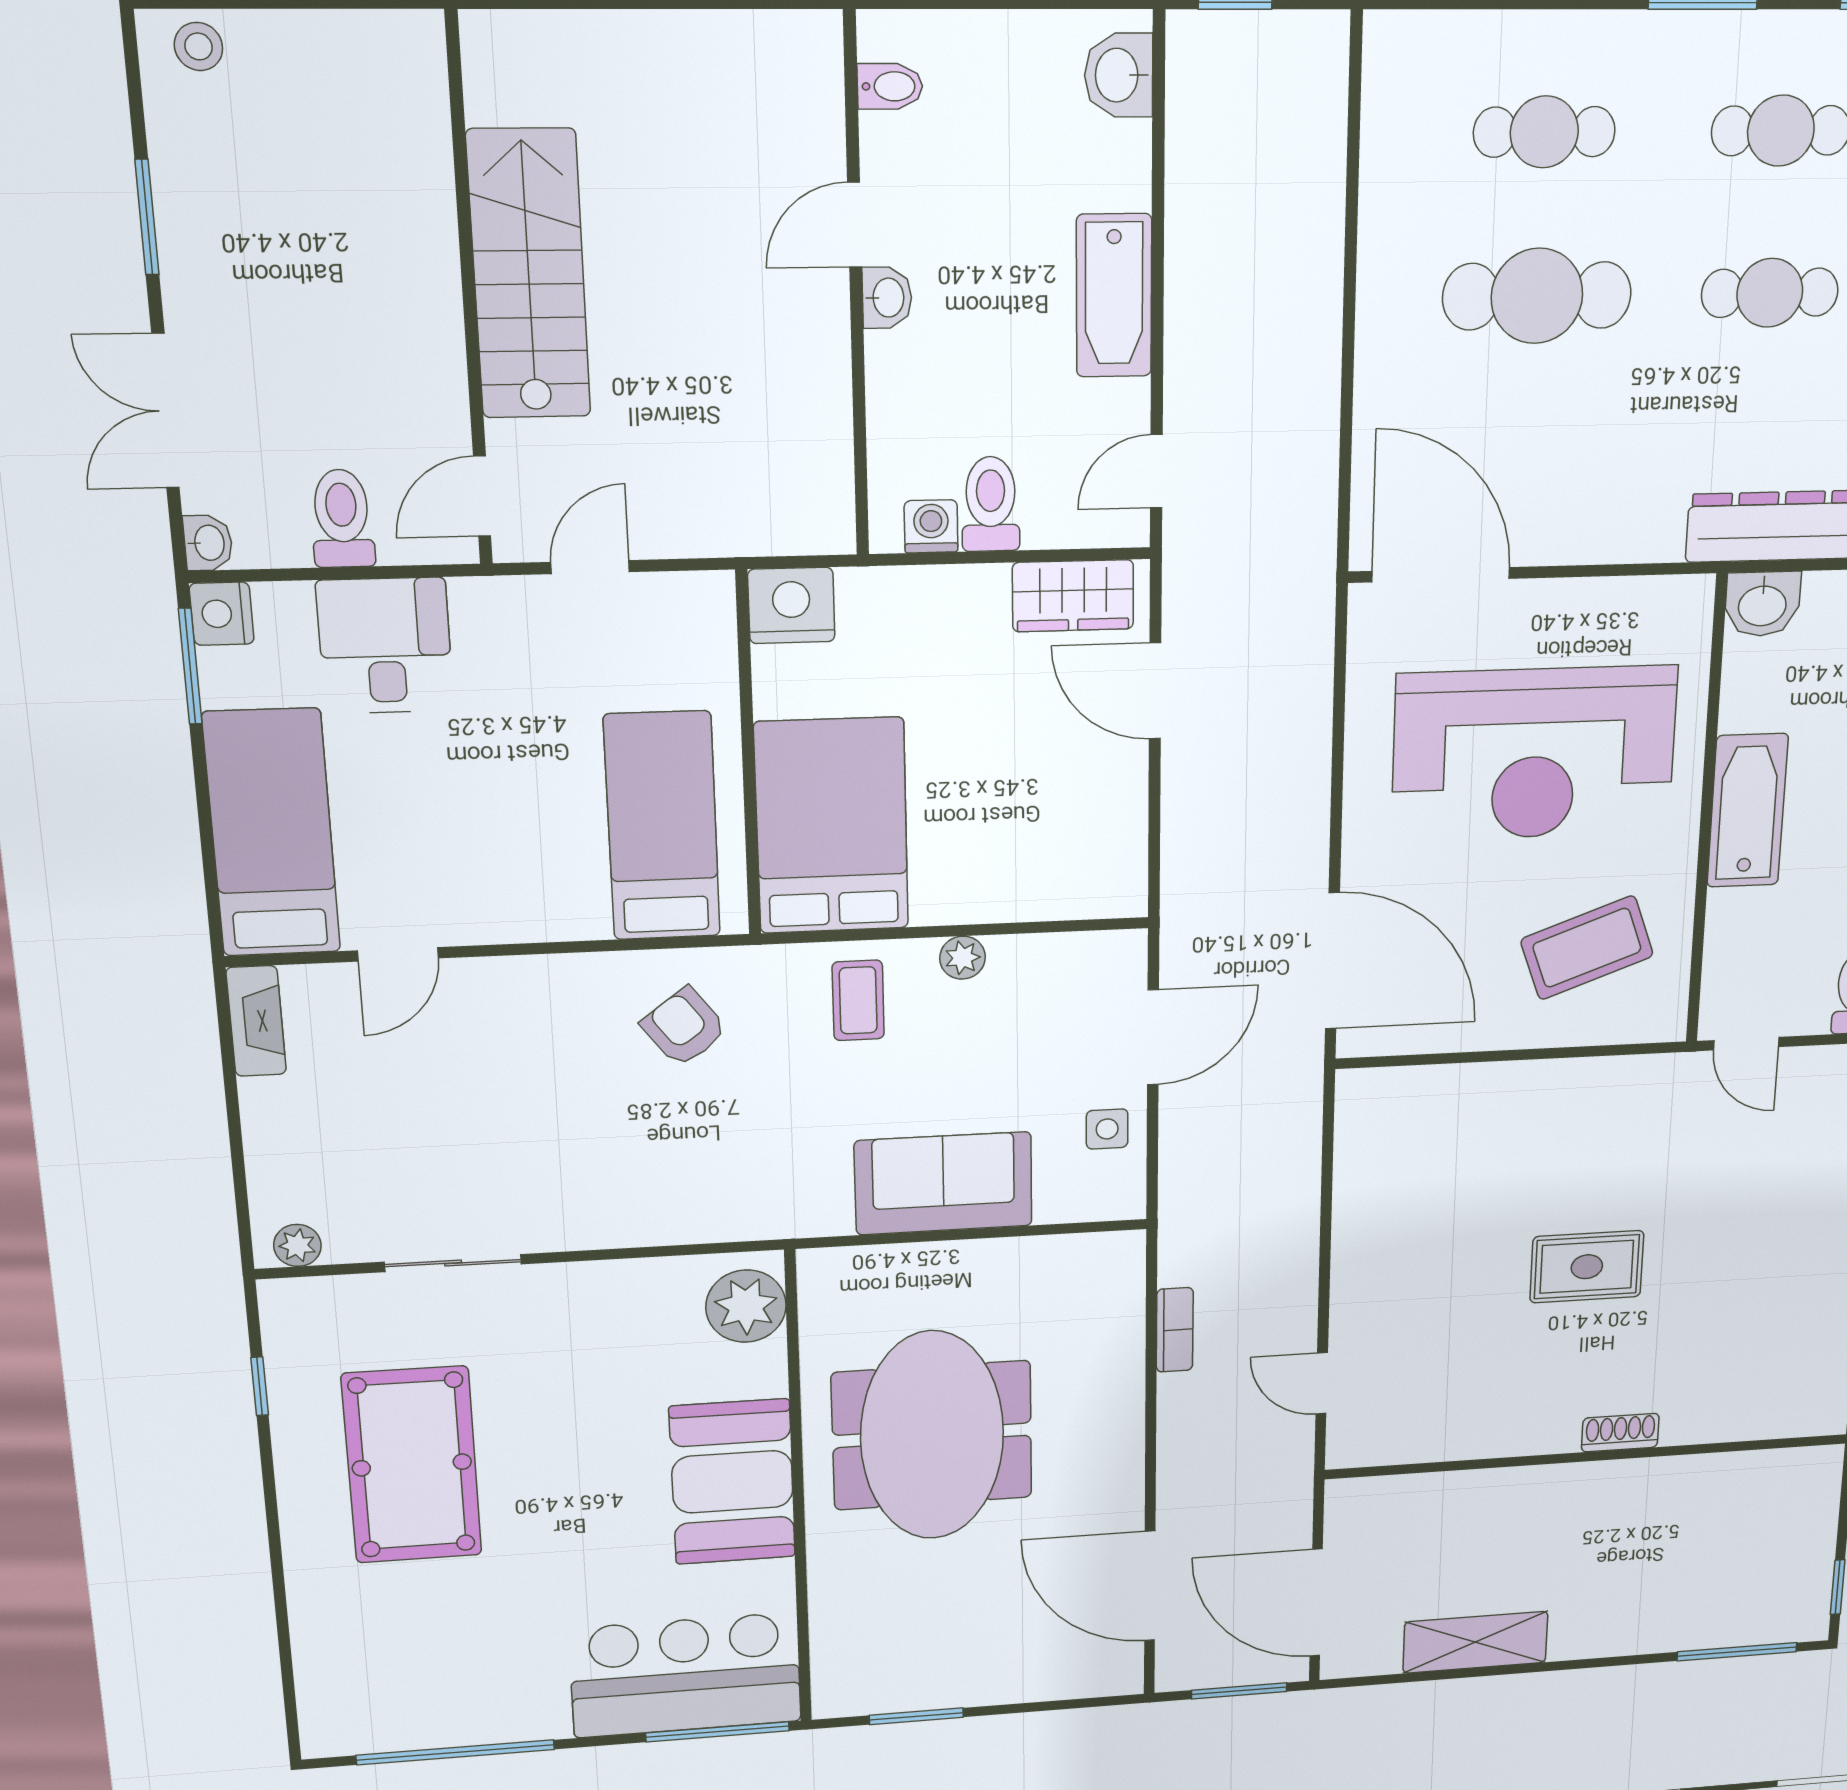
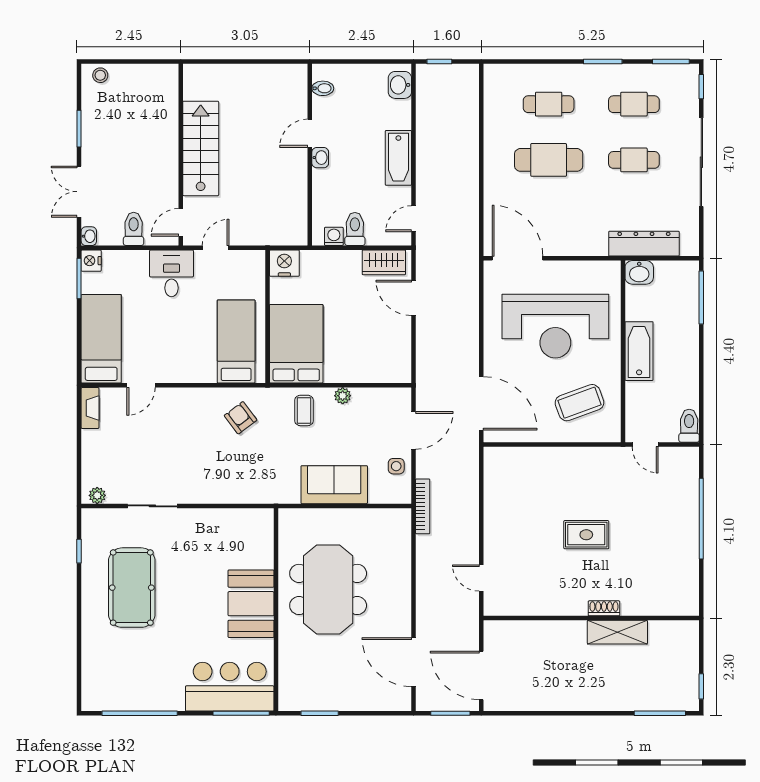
desk: (385, 646) -> (171, 273), moved
plant: (746, 1306) -> (259, 530), removed
bookcase: (1175, 1330) -> (423, 506), moved, width x1.56
shelving: (1475, 1642) -> (617, 632), moved

